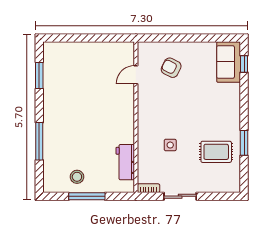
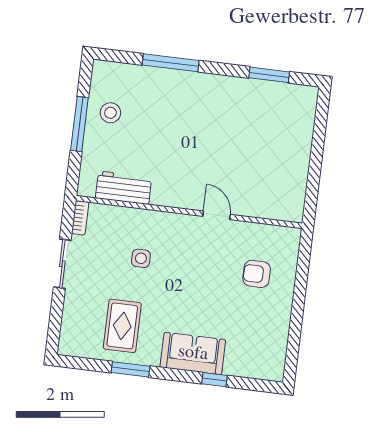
sofa: (229, 62) -> (193, 353), moved
window: (244, 64) -> (214, 380), moved
armchair: (171, 68) -> (257, 274), turned -117
door: (136, 75) -> (217, 215), moved

